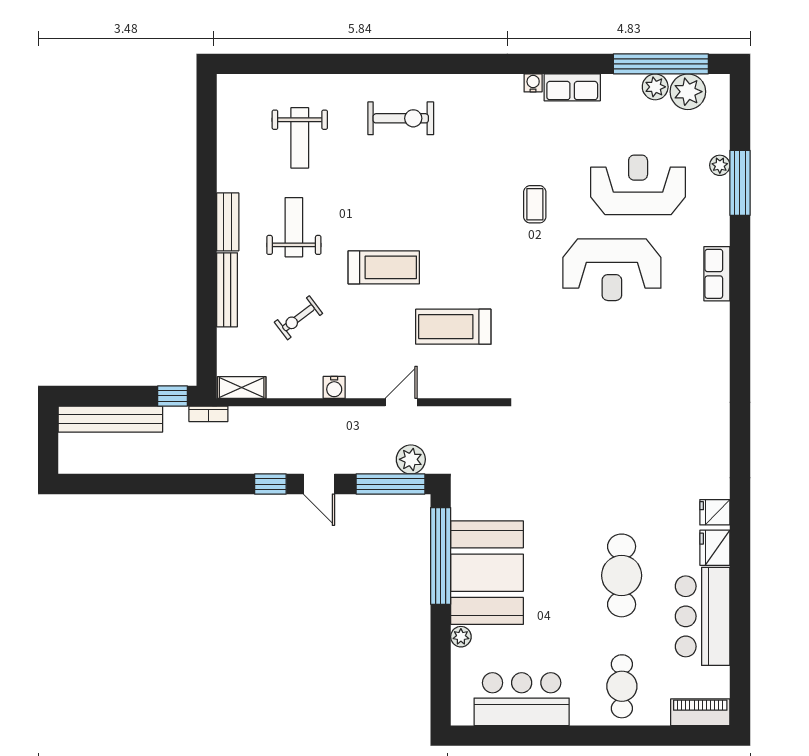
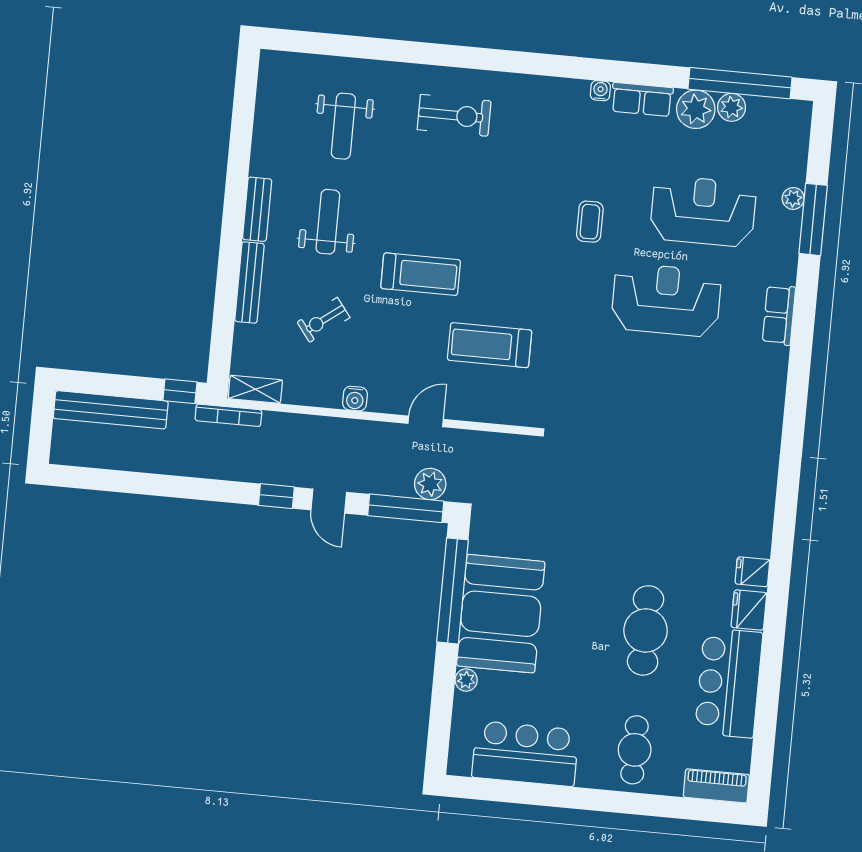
plant: (688, 92) -> (696, 109), moved
reception desk: (612, 270) -> (666, 300), turned 180
bookcase: (208, 414) -> (228, 415), width x1.56

